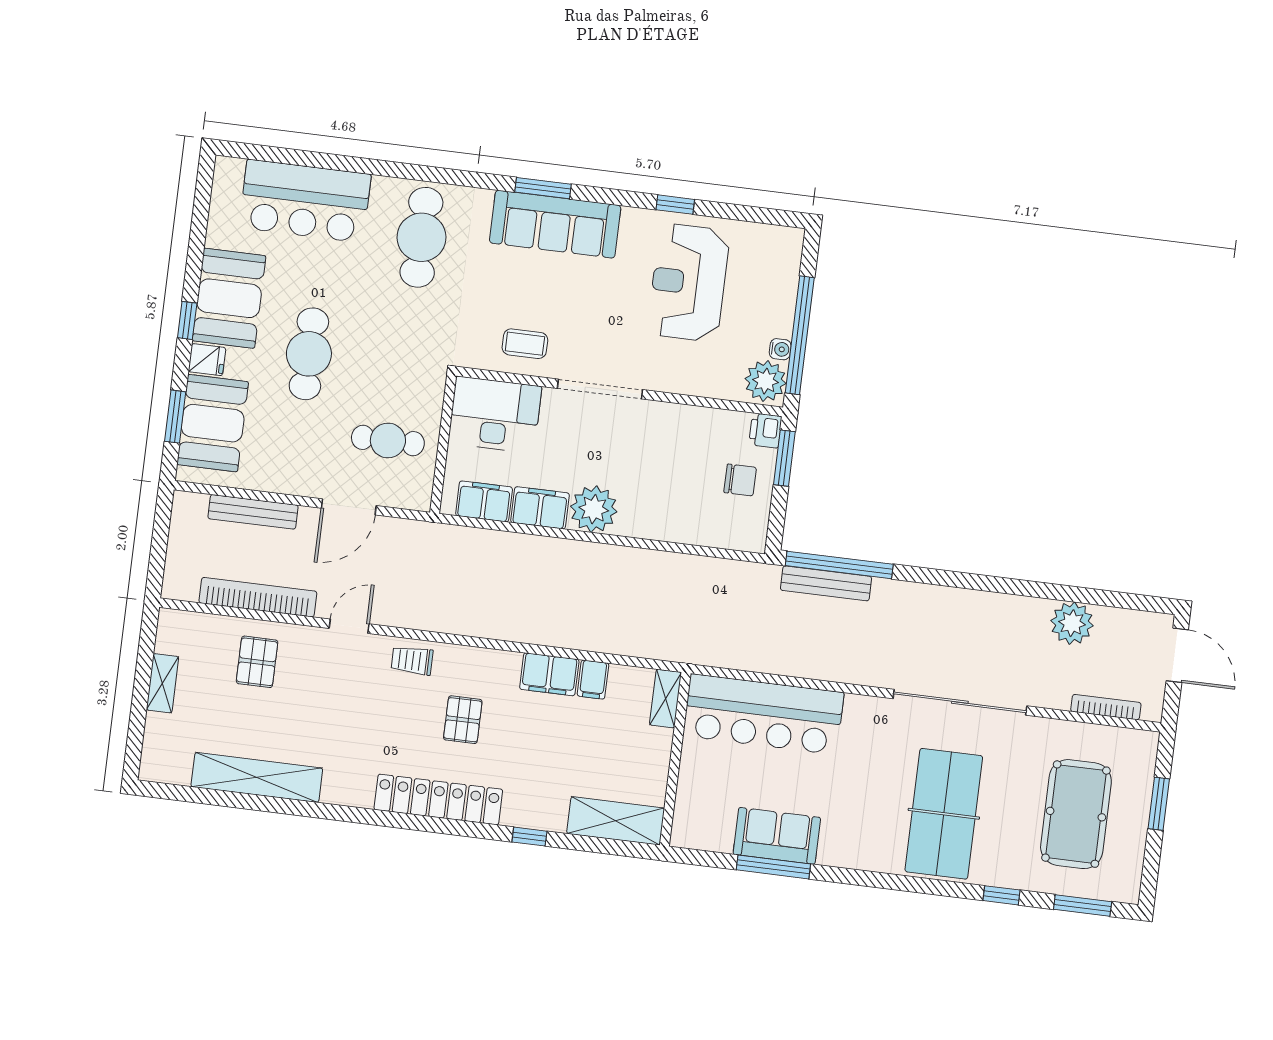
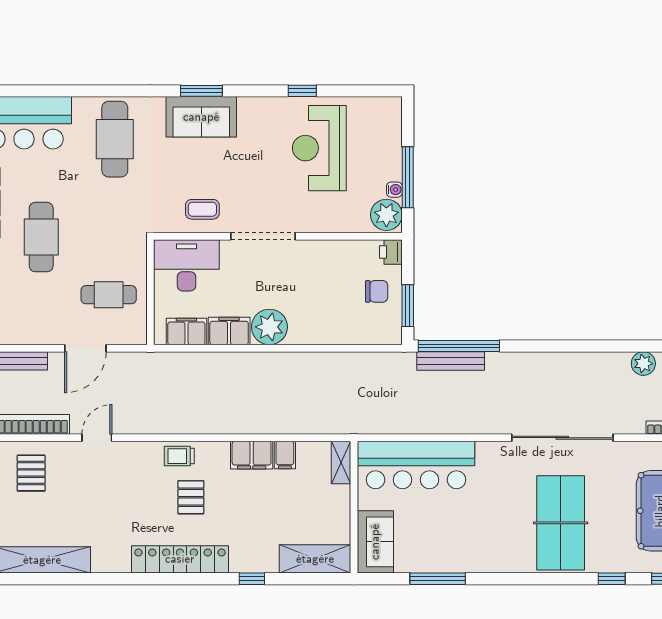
sofa: (555, 224) -> (201, 117), width x0.73
window: (800, 335) -> (408, 177), width x0.68
window: (784, 458) -> (408, 306), moved
plant: (1072, 623) -> (643, 364), width x0.73, depth x0.73
trolley: (412, 660) -> (179, 456), moved
sofa: (777, 836) -> (375, 542), moved, turned 90

